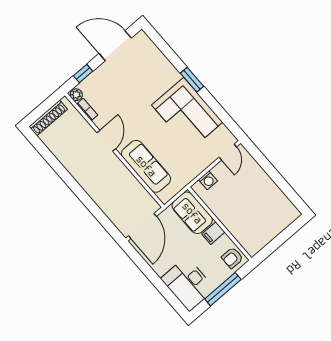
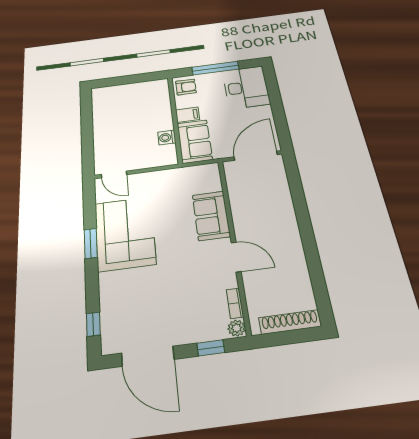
window: (161, 44) -> (93, 324), added
window: (192, 80) -> (91, 243), moved
door: (106, 141) -> (236, 257), swing flipped
door: (228, 152) -> (114, 175), swing flipped
sofa: (146, 166) -> (211, 216), width x0.73
washing machine: (208, 180) -> (167, 138), moved, turned -90

